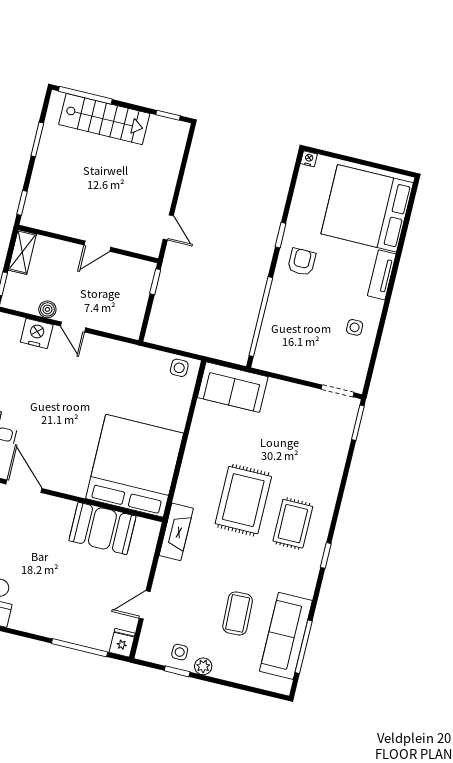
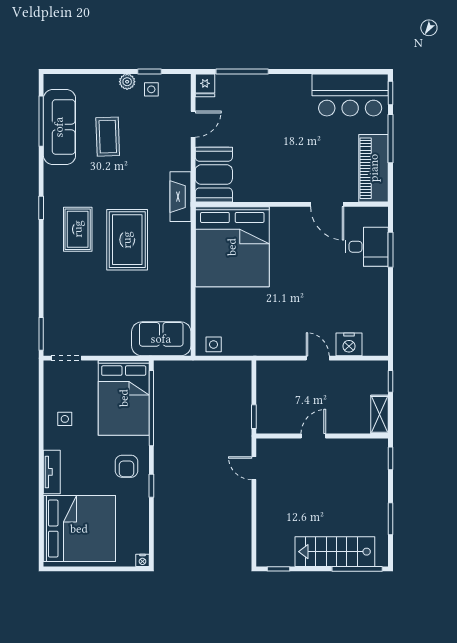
boiler: (47, 309) -> (344, 368), removed
bed: (287, 334) -> (124, 398), added
booth: (102, 528) -> (214, 175), moved, turned 90

